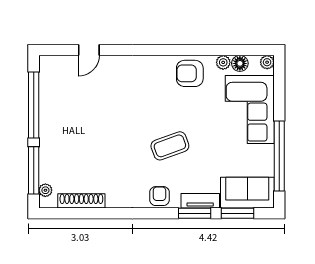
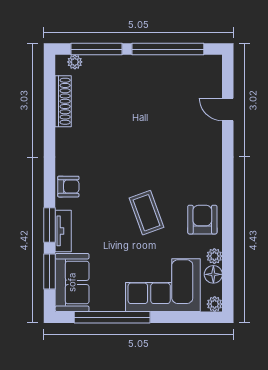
coffee table: (170, 146) -> (147, 213), moved

